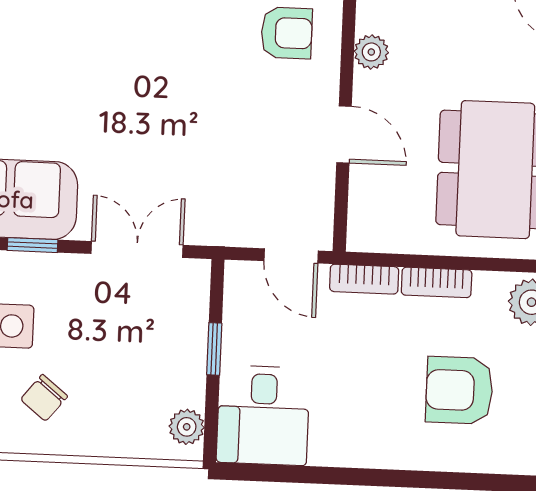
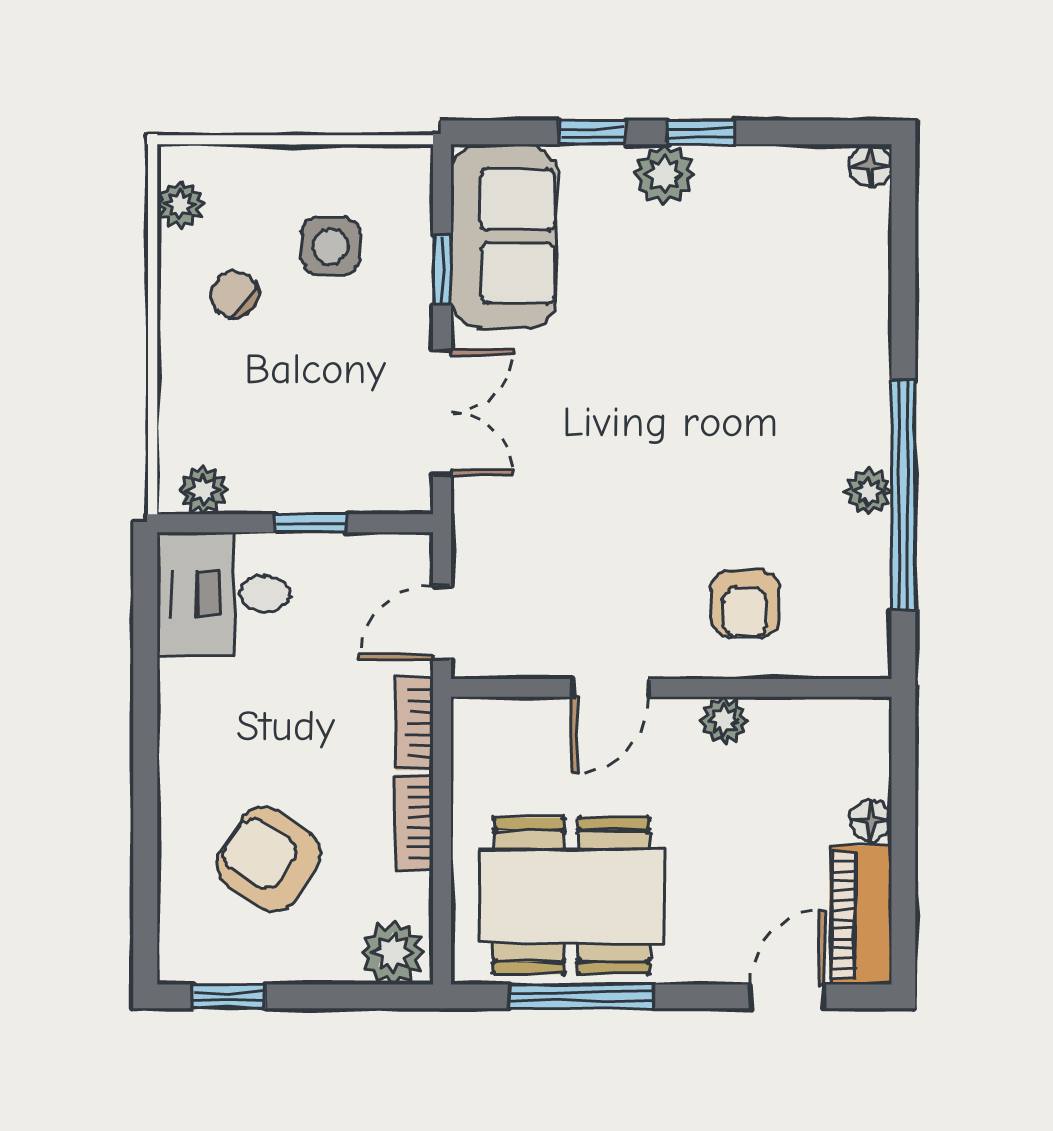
armchair: (459, 390) -> (269, 859), turned -57

